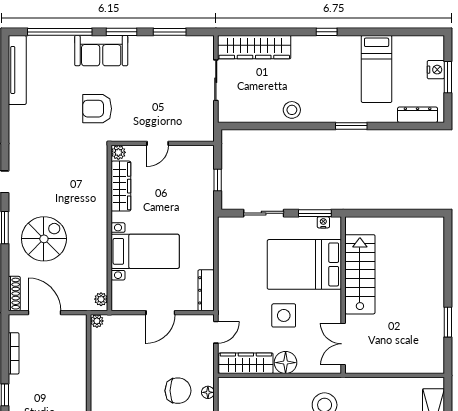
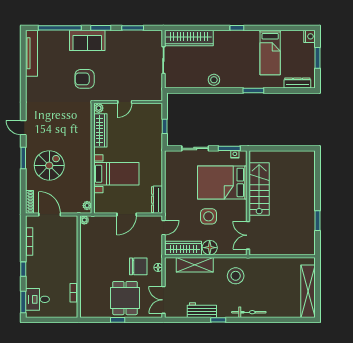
nightstand: (436, 70) -> (310, 36), moved
shelving: (263, 388) -> (195, 265), added

